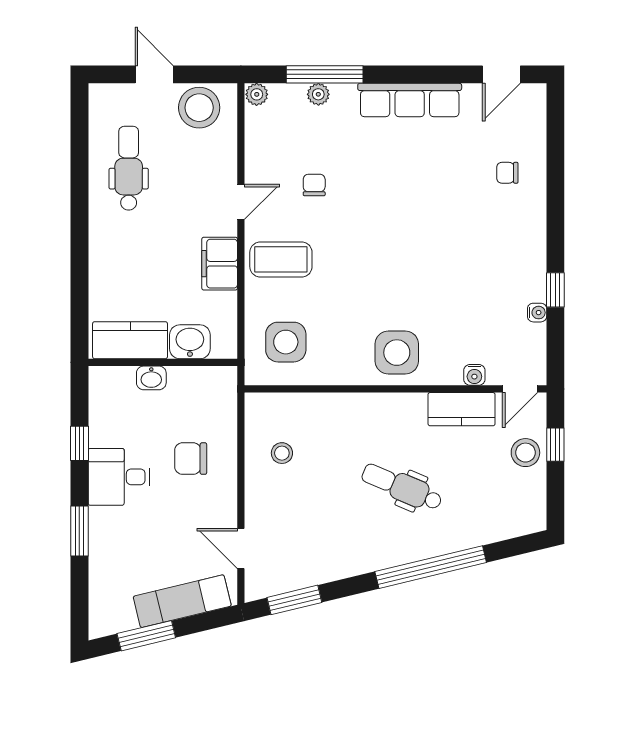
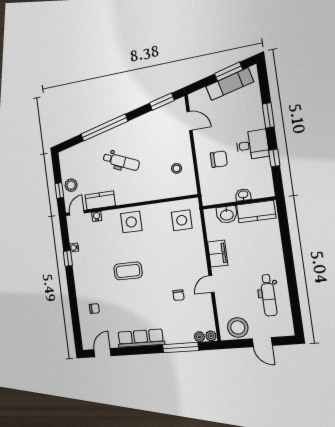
plant: (318, 94) -> (199, 337), moved
coffee table: (281, 259) -> (128, 271), moved
exam couch: (182, 601) -> (230, 84), moved

